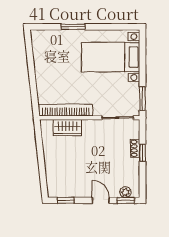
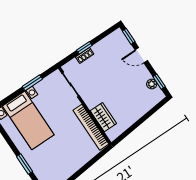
window: (142, 99) -> (32, 83), moved
plant: (125, 192) -> (152, 84), moved
door: (101, 200) -> (141, 55), hinge flipped

